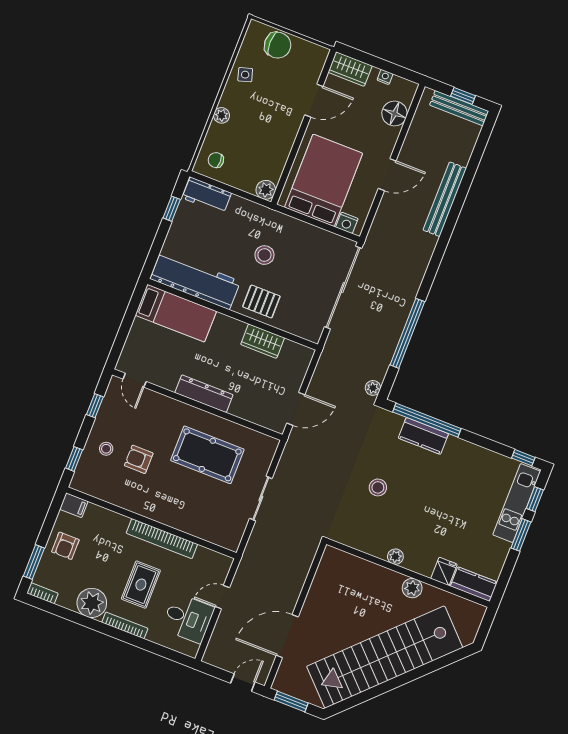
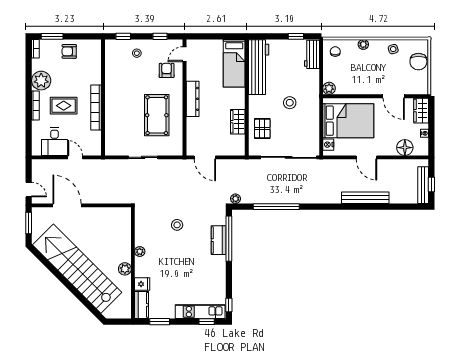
pallet: (261, 301) -> (262, 128), moved
armchair: (139, 459) -> (167, 70), moved
filing cabinet: (74, 505) -> (95, 47), removed
window: (521, 535) -> (160, 322), moved

